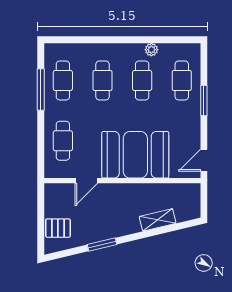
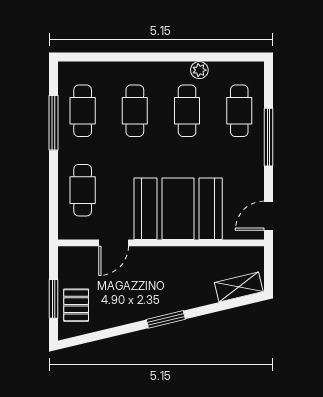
window: (204, 100) -> (268, 137), width x1.44
shelving: (158, 220) -> (239, 287), moved
window: (41, 223) -> (53, 299), added
pallet: (58, 228) -> (76, 305), turned 90
window: (102, 245) -> (166, 319), moved

